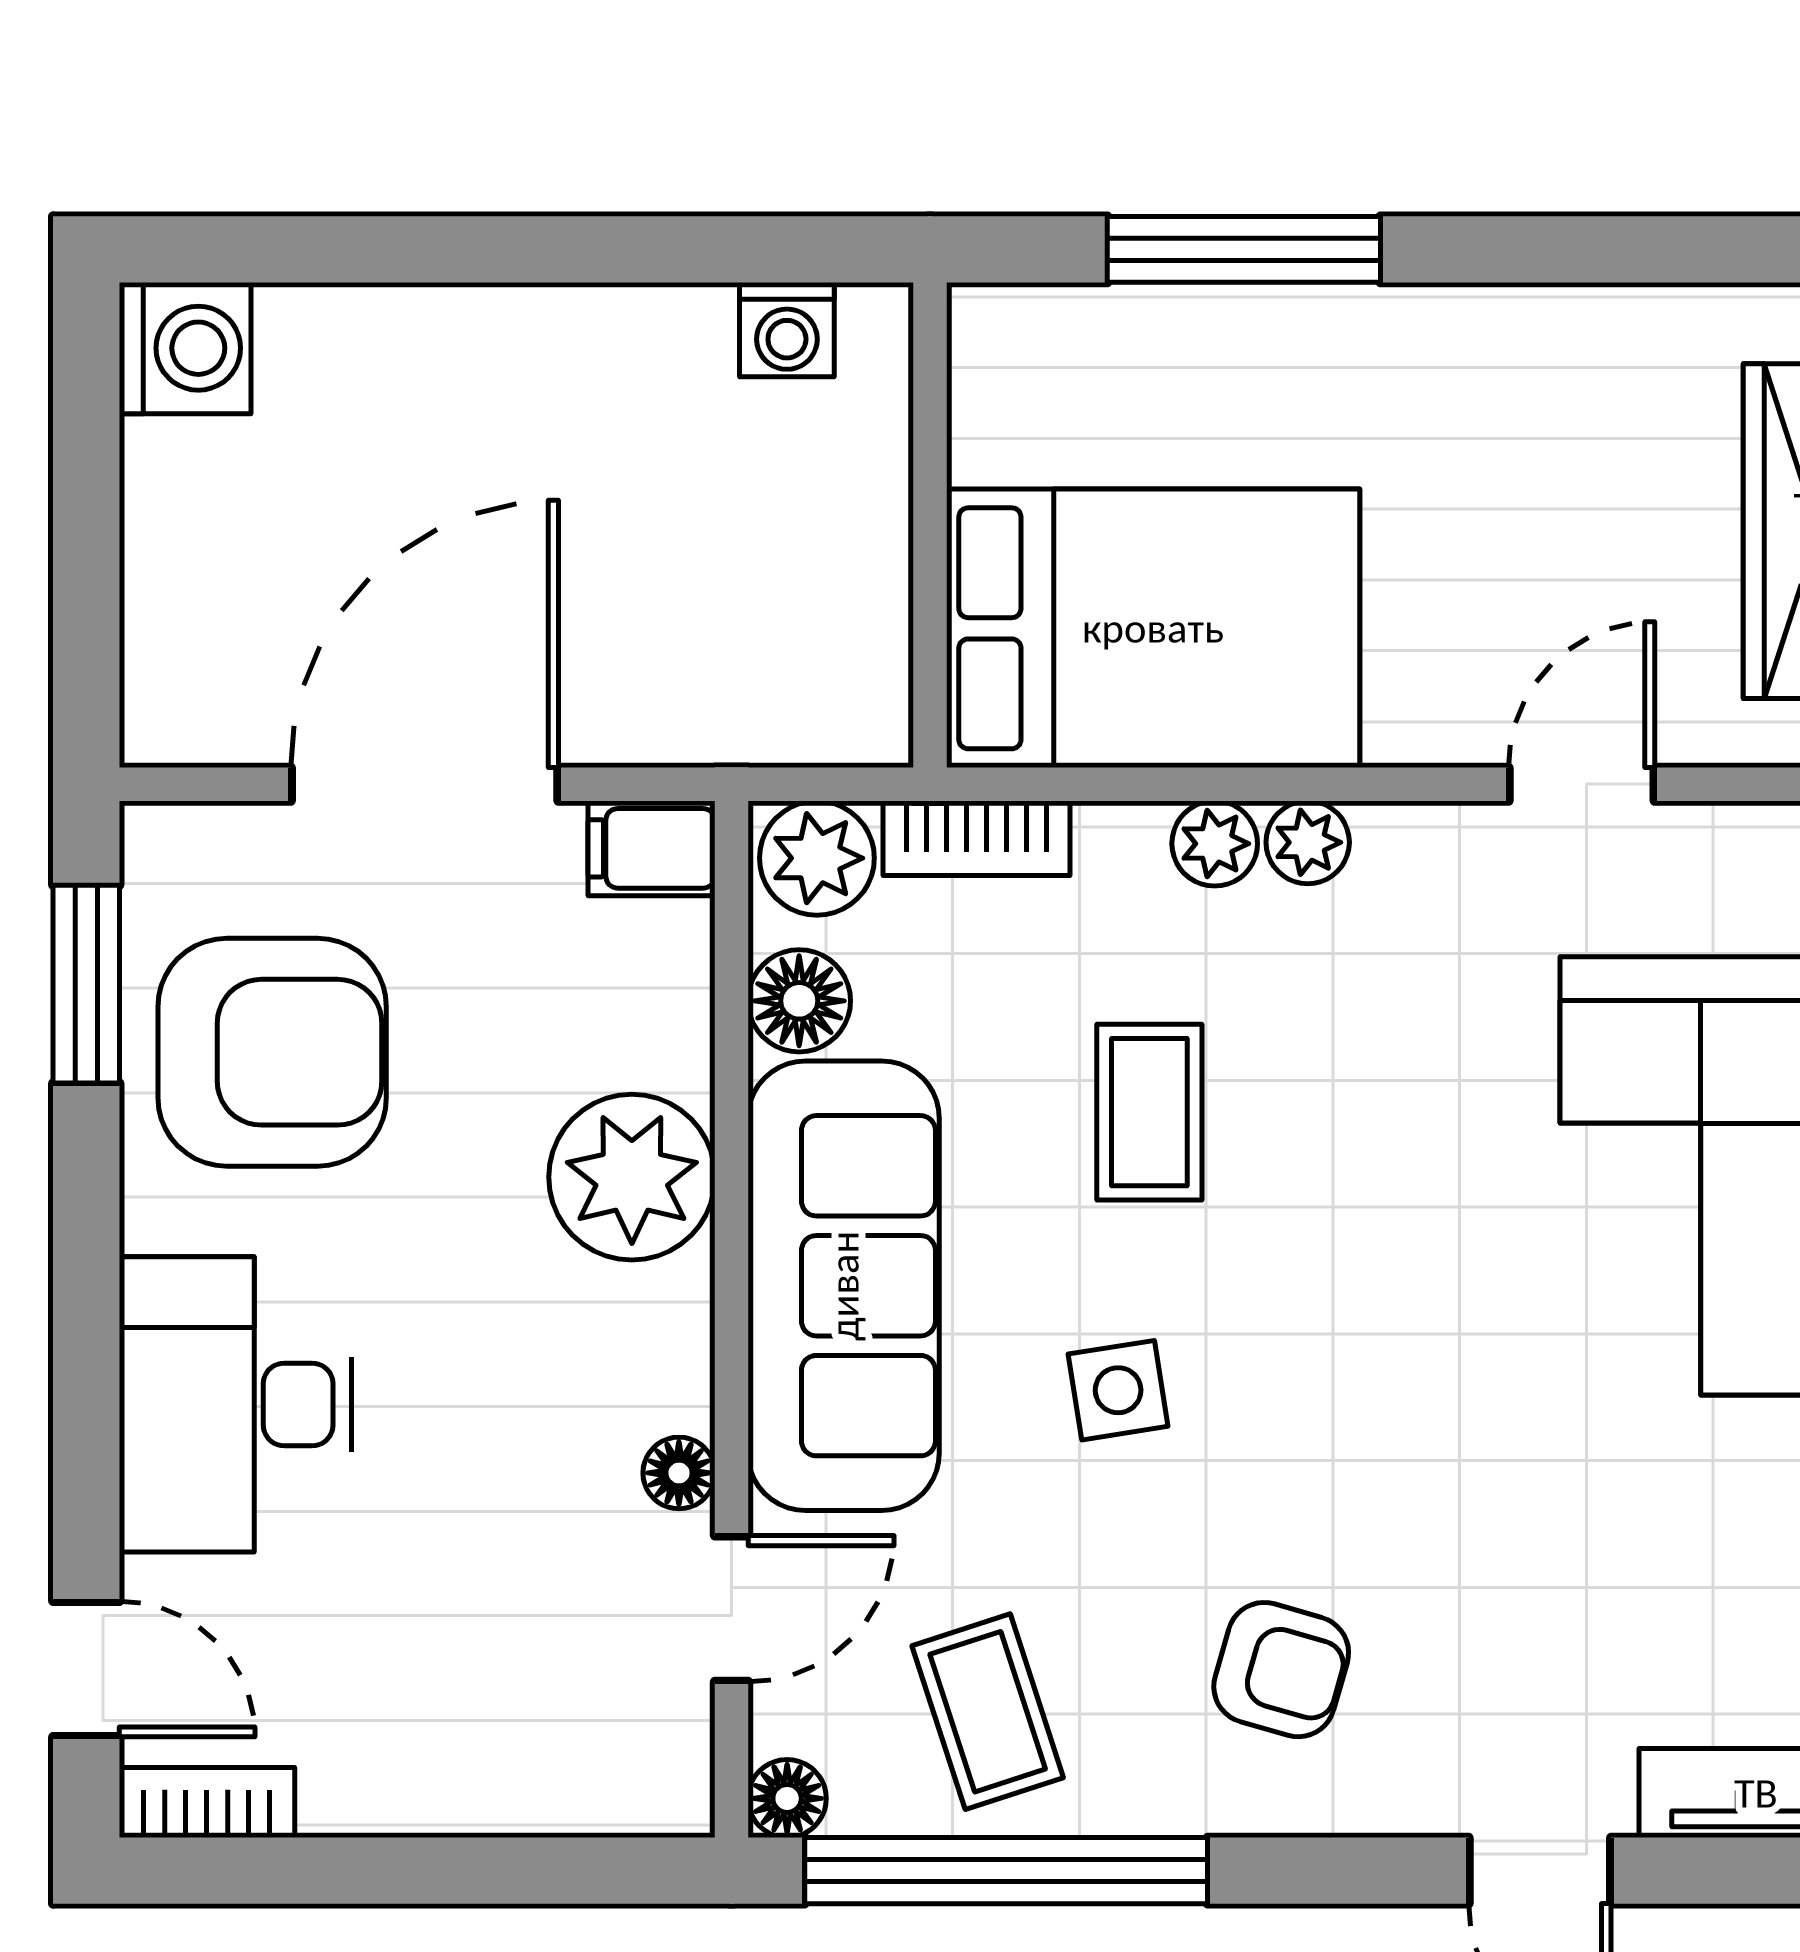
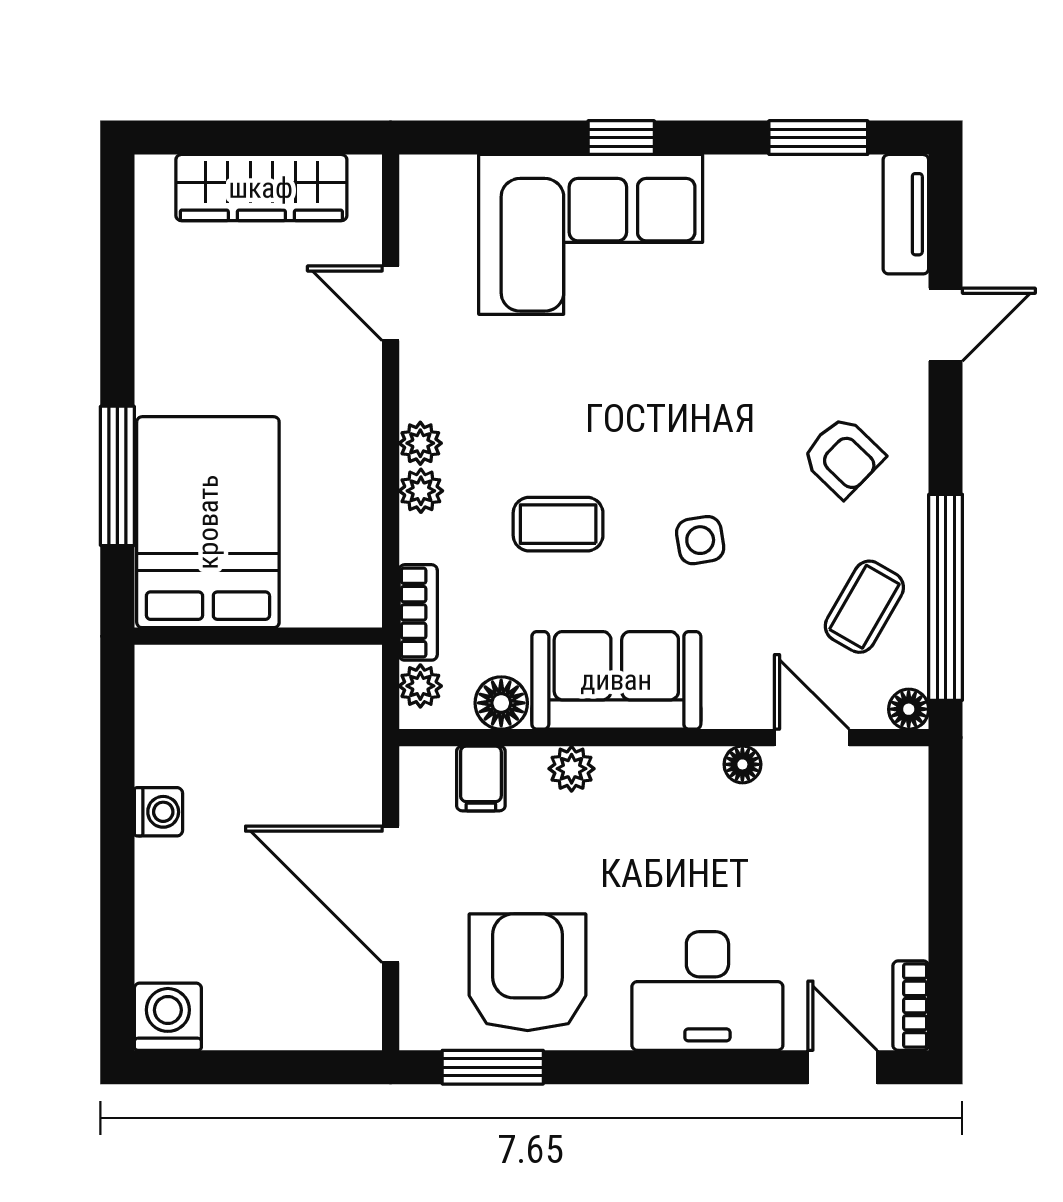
washing machine: (787, 330) -> (158, 812), moved
bed: (1153, 628) -> (208, 522), moved
filing cabinet: (652, 848) -> (481, 778), moved
plant: (817, 858) -> (420, 686), width x0.73, depth x0.73
plant: (632, 1177) -> (572, 769), width x0.53, depth x0.53
sofa: (844, 1286) -> (616, 680), width x0.73
door: (86, 1669) -> (843, 1067), hinge flipped
armchair: (1281, 1670) -> (843, 457), turned 118
coffee table: (988, 1712) -> (864, 607), turned -42

